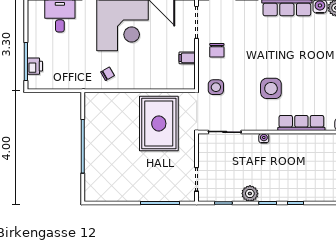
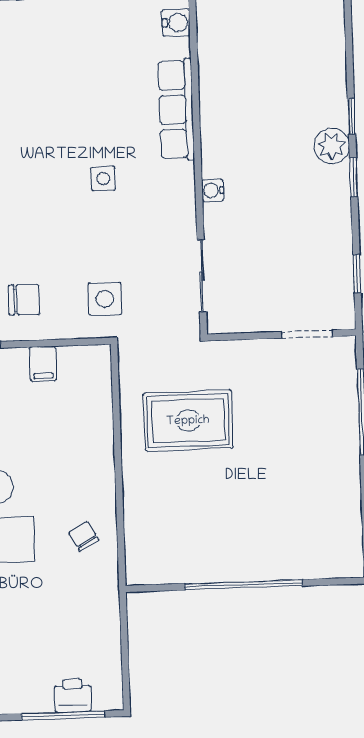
side table: (271, 88) -> (103, 179), width x0.54, depth x0.54
rug: (159, 124) -> (188, 421), width x0.73, depth x0.69
plant: (250, 194) -> (332, 146), moved

